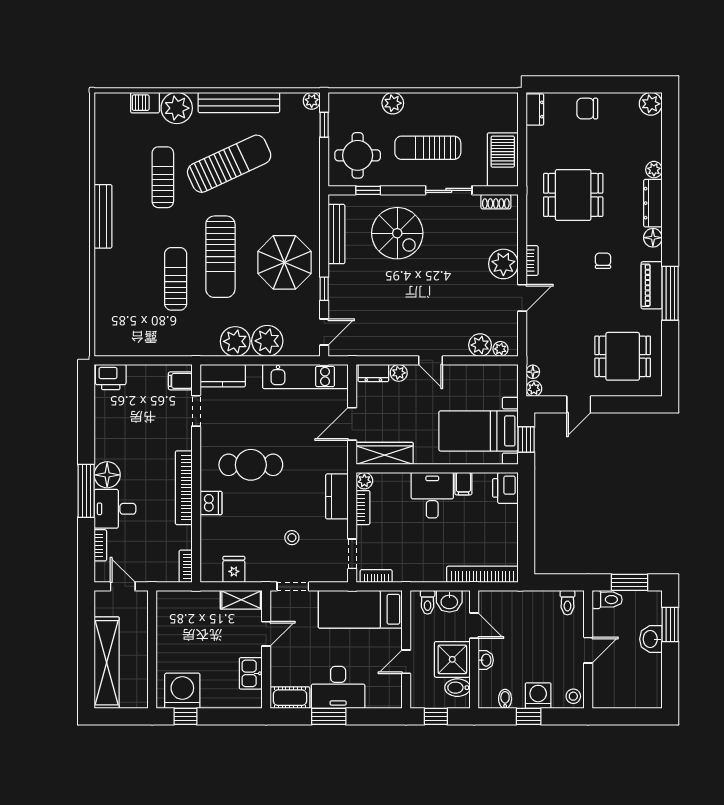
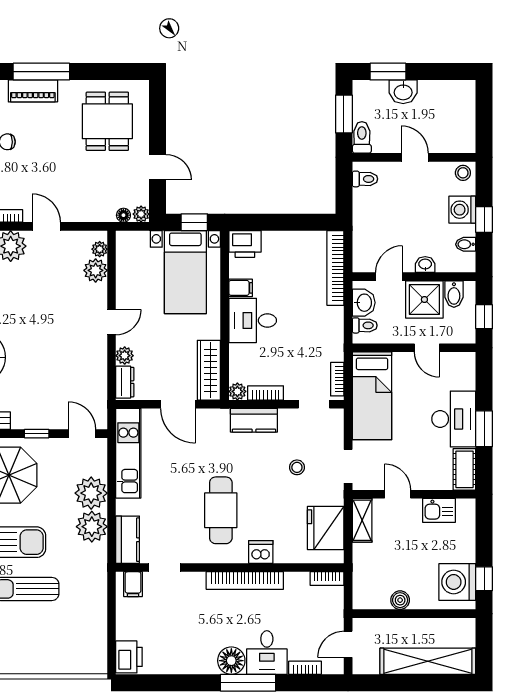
fridge: (234, 569) -> (326, 528), width x1.88, depth x1.34
boiler: (165, 636) -> (400, 600), added

